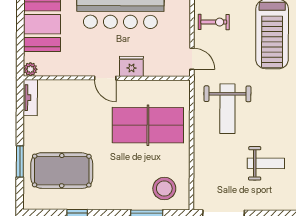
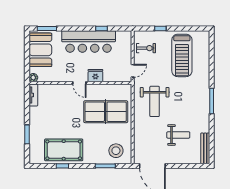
door: (192, 59) -> (133, 71), hinge flipped
pool table: (62, 171) -> (64, 150), moved

